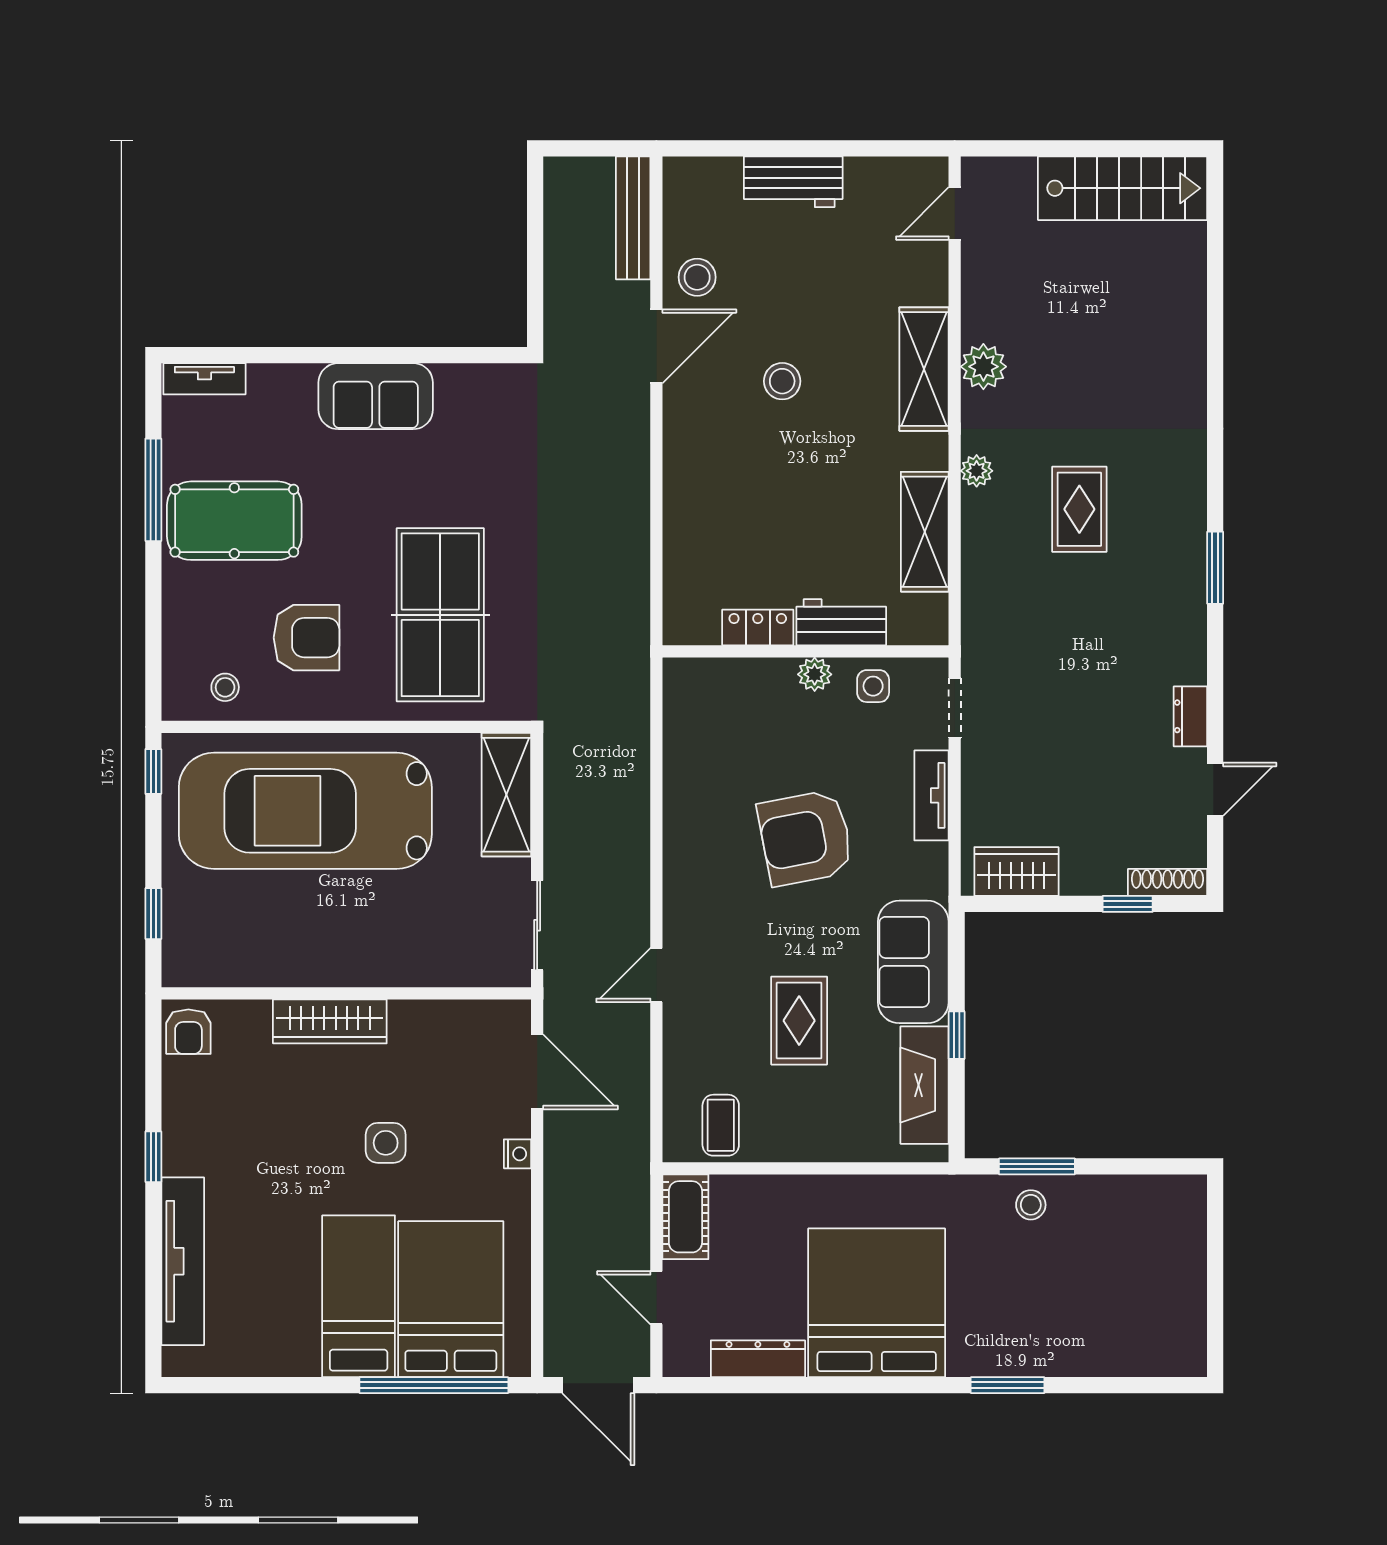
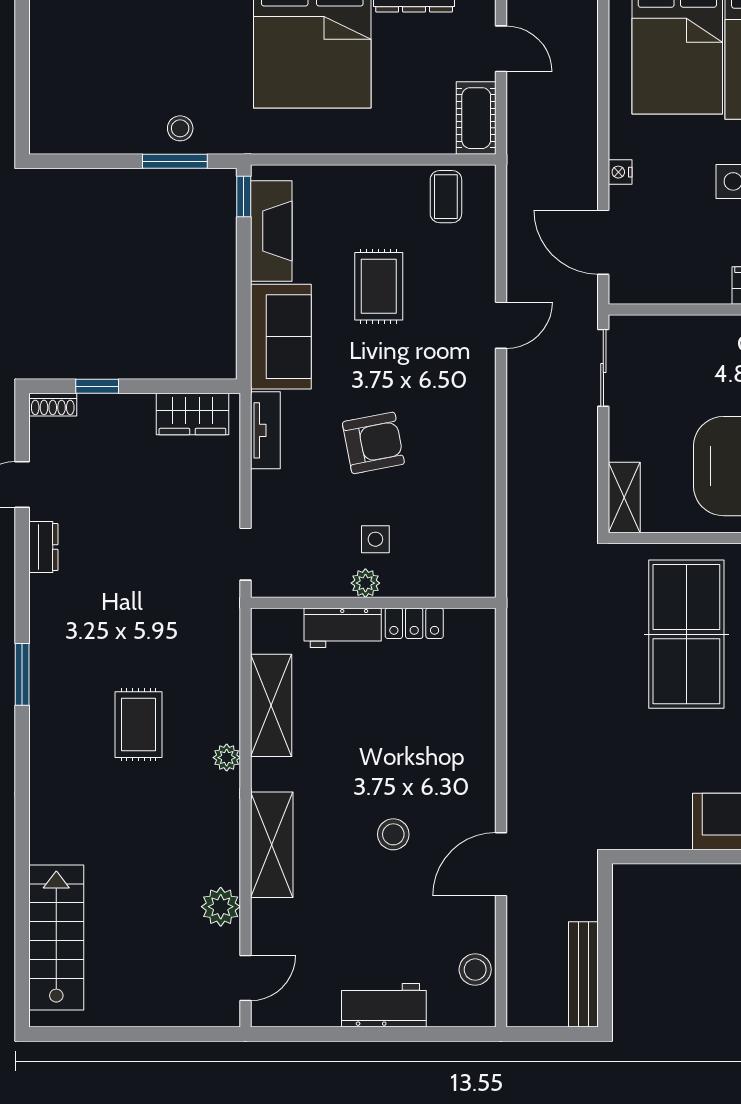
stairs: (1123, 188) -> (56, 938), moved, turned 90
bench: (633, 218) -> (583, 974), moved
stool: (697, 277) -> (475, 970), moved
plant: (983, 367) -> (221, 907), moved
side table: (873, 686) -> (375, 539), moved
shelving: (506, 795) -> (624, 498), width x0.67, depth x0.75
tv unit: (931, 795) -> (265, 430), moved
armchair: (805, 838) -> (373, 443), width x0.73, depth x0.73
shoe rack: (1168, 882) -> (53, 405), width x0.70
window: (957, 1035) -> (244, 196), moved

